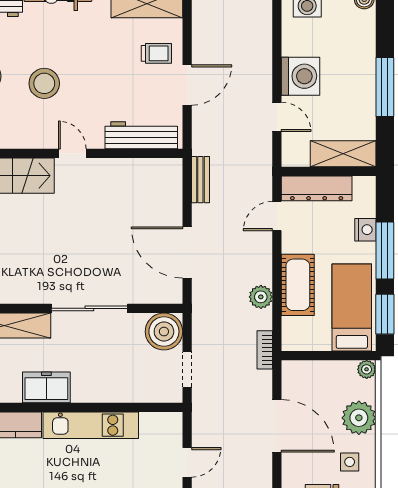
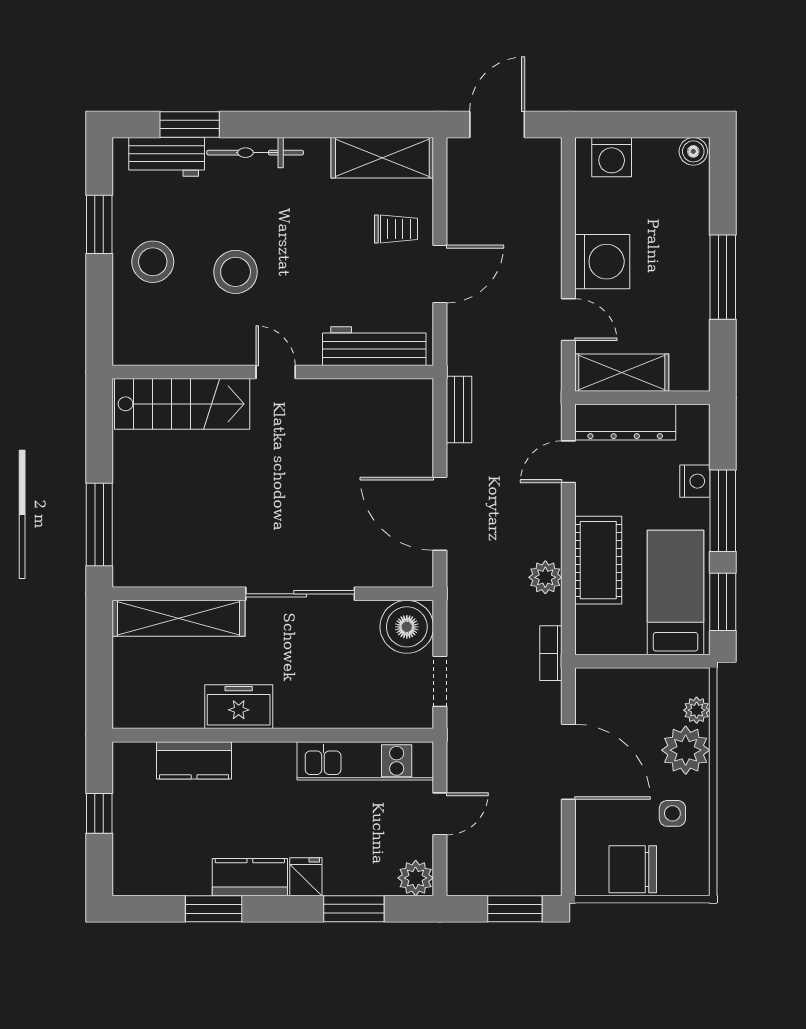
shelving: (343, 154) -> (622, 373), moved
plant: (367, 369) -> (697, 710), moved
kitchen unit: (91, 425) -> (365, 761), moved

